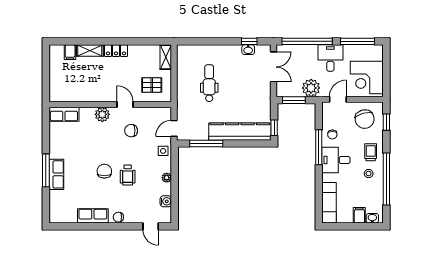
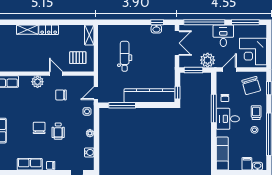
filing cabinet: (70, 52) -> (11, 31), removed

